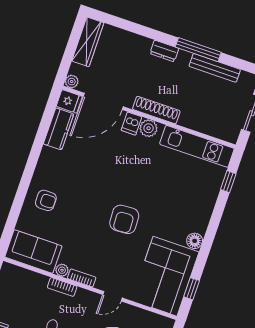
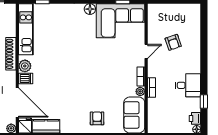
shoe rack: (156, 110) -> (11, 54), moved
armchair: (124, 219) -> (92, 61), removed
door: (113, 296) -> (146, 51), hinge flipped

